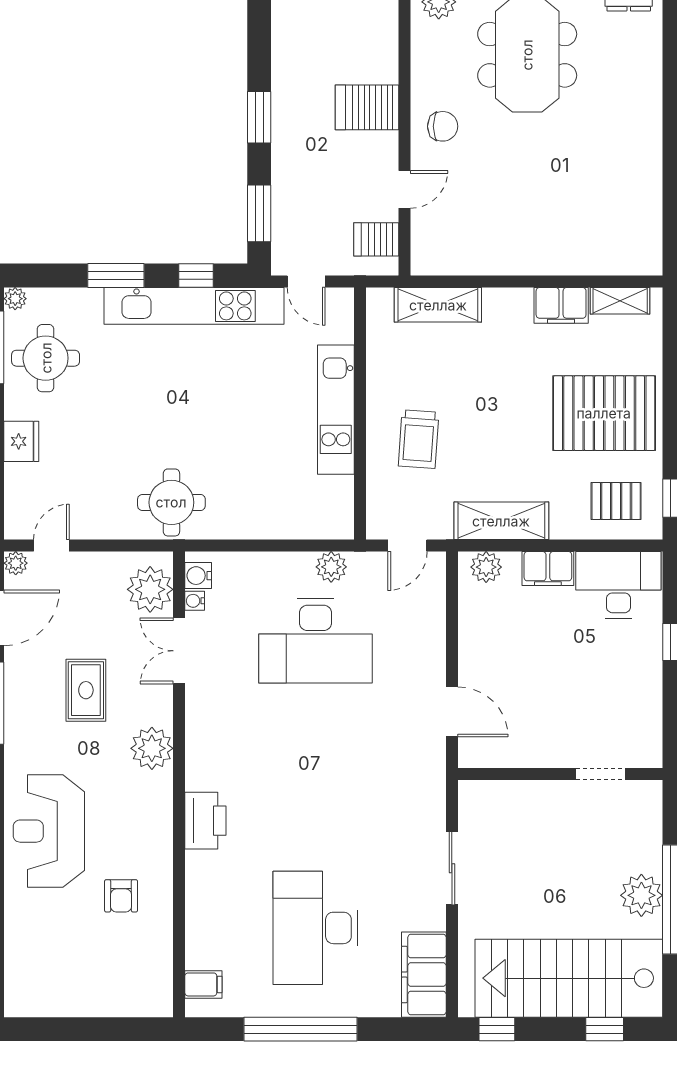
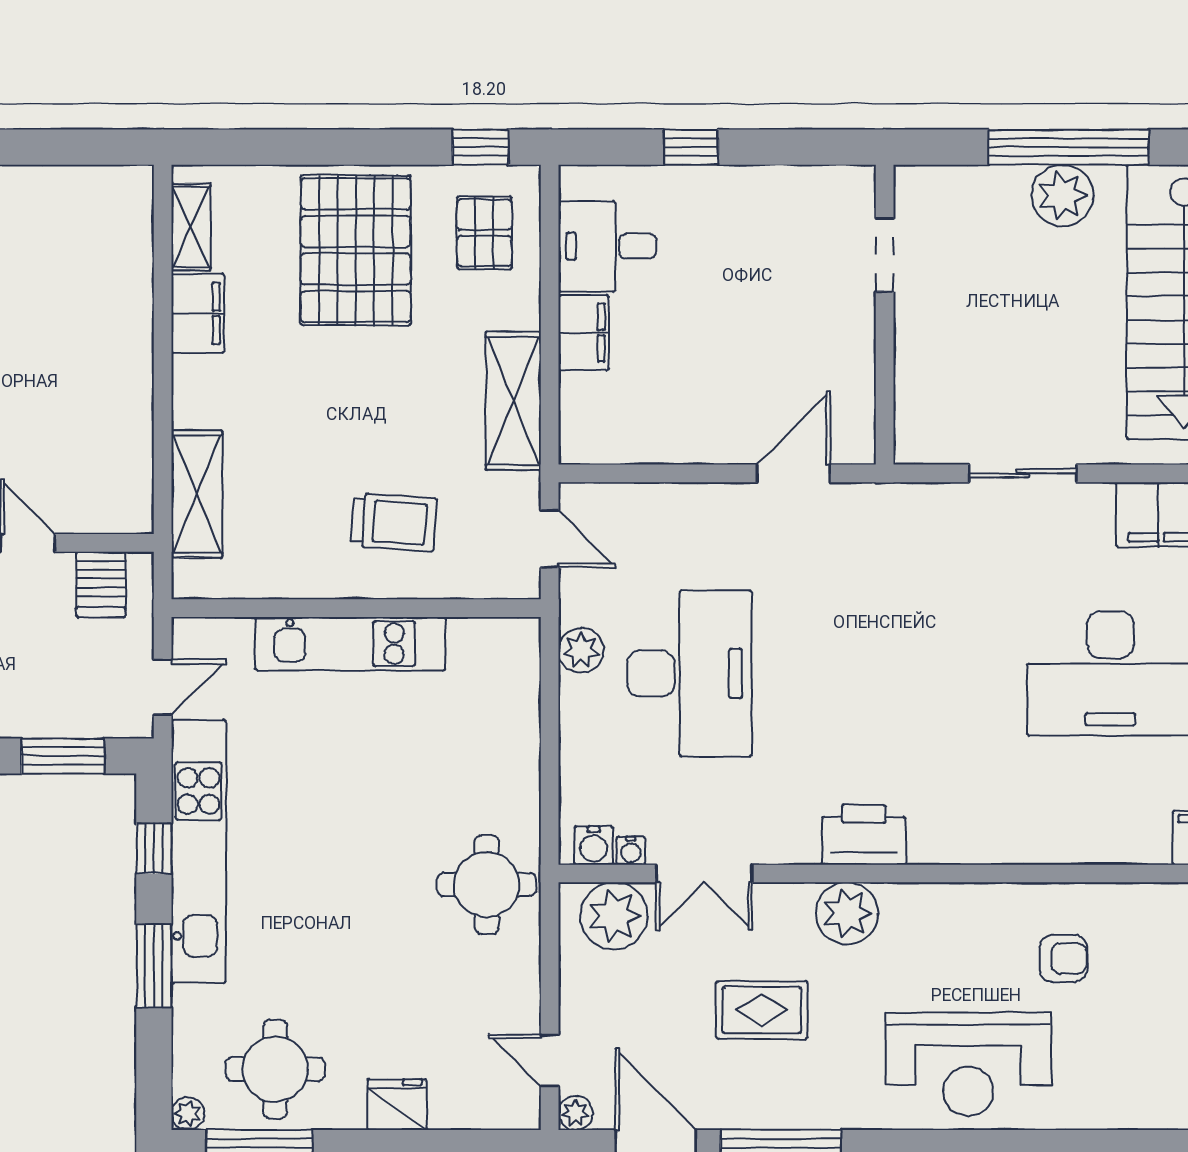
plant: (486, 567) -> (581, 423), removed
desk: (618, 585) -> (607, 246), width x0.73
printer: (205, 821) -> (864, 835), moved

